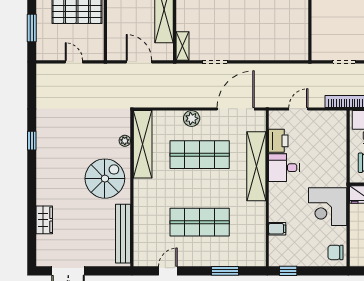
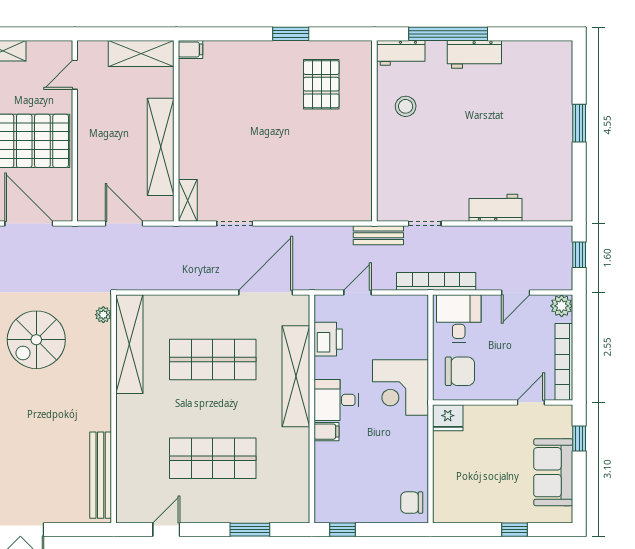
door: (74, 62) -> (29, 224), width x1.87
bench: (313, 70) -> (378, 235), added
plant: (192, 118) -> (201, 306), removed
plant: (125, 141) -> (103, 315), moved
desk: (284, 168) -> (336, 400), moved
spiral stairs: (105, 179) -> (36, 340), moved, turned 180
corner desk: (328, 207) -> (400, 388), moved
filing cabinet: (277, 229) -> (326, 432), moved

